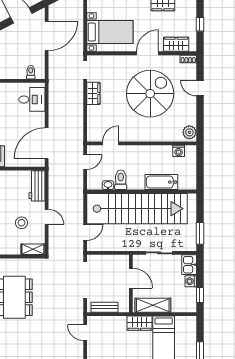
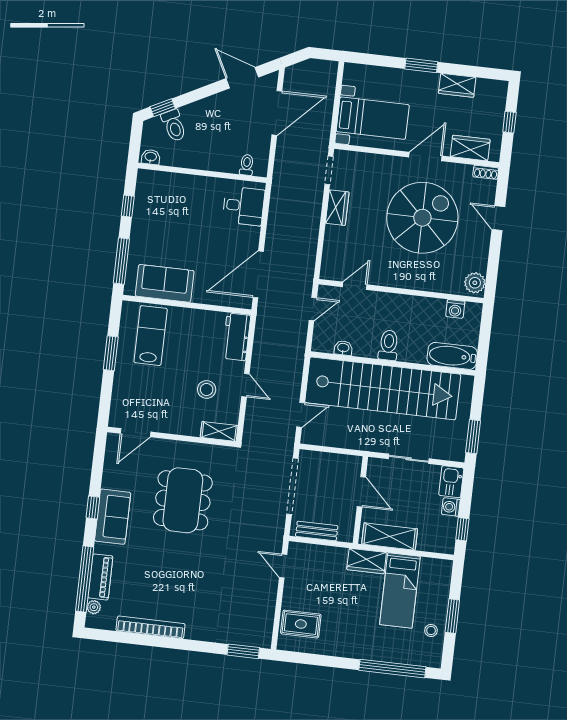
toilet: (121, 180) -> (388, 345), moved
bathtub: (161, 182) -> (452, 356), moved

